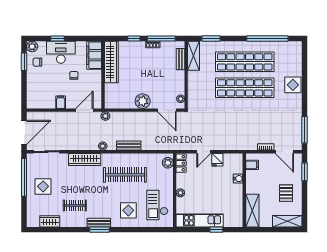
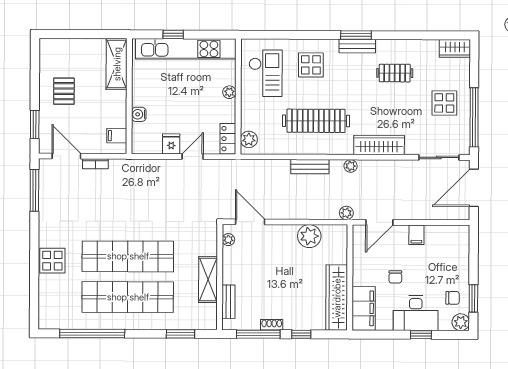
shelving: (194, 56) -> (208, 280), moved
plant: (143, 101) -> (309, 236), moved
kitchen unit: (200, 220) -> (186, 49), width x1.36
wardrobe: (50, 221) -> (455, 48), moved
shelving: (287, 221) -> (62, 47), removed

